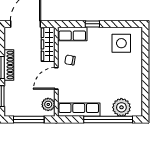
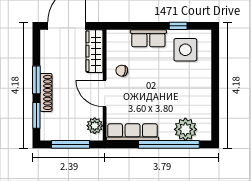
window: (92, 24) -> (178, 26), moved
row of seats: (72, 34) -> (148, 38), moved
shoe rack: (9, 65) -> (46, 92), moved
door: (56, 78) -> (105, 93), hinge flipped

